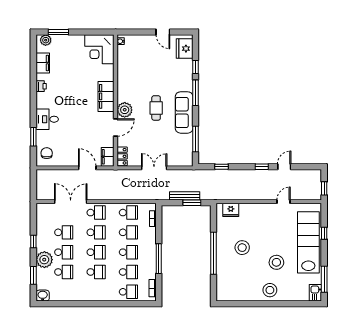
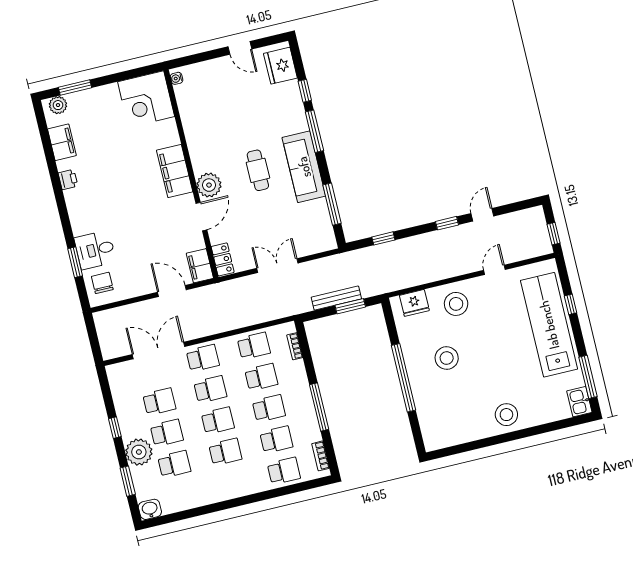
desk: (47, 119) -> (95, 250), moved
stool: (276, 262) -> (456, 304), moved

